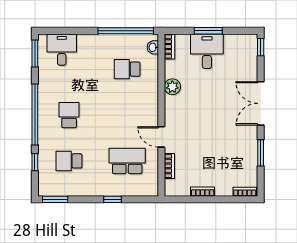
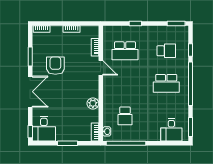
desk: (207, 51) -> (44, 129), moved
school desk: (127, 69) -> (125, 116), turned 90
school desk: (69, 115) -> (166, 83), width x1.85
armchair: (225, 140) -> (55, 66), added

